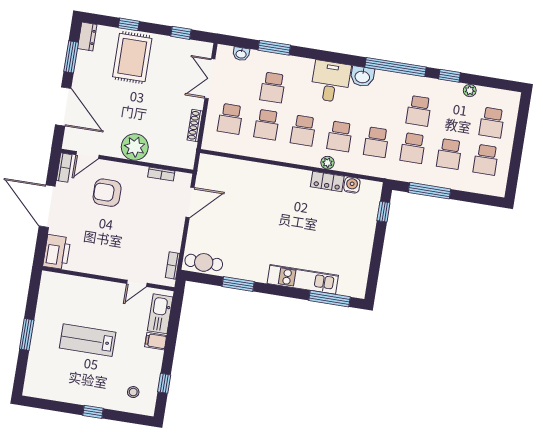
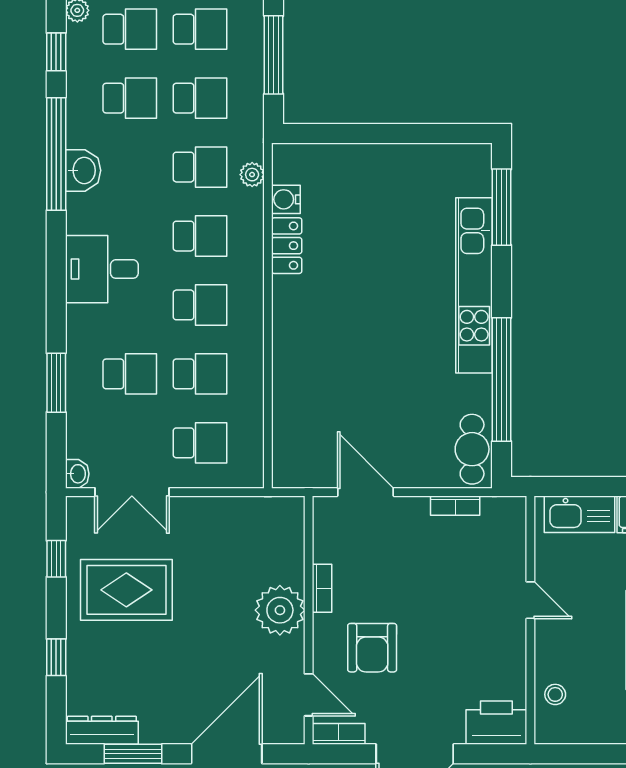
dresser: (87, 37) -> (102, 730), width x1.44
washbasin: (241, 54) -> (77, 474), moved
rug: (132, 58) -> (126, 590), moved
washbasin: (362, 76) -> (83, 170), moved
school desk: (455, 117) -> (130, 29), added
shoe rack: (195, 125) -> (223, 506), removed
plant: (327, 163) -> (252, 175), moved
bookcase: (161, 174) -> (322, 588), moved
window: (383, 212) -> (326, 133), removed
bookcase: (173, 266) -> (455, 506), moved
kitchen unit: (303, 279) -> (474, 285), width x1.36
door: (137, 283) -> (530, 600), moved
window: (238, 284) -> (502, 380), width x2.11
stool: (67, 286) -> (555, 694), added

